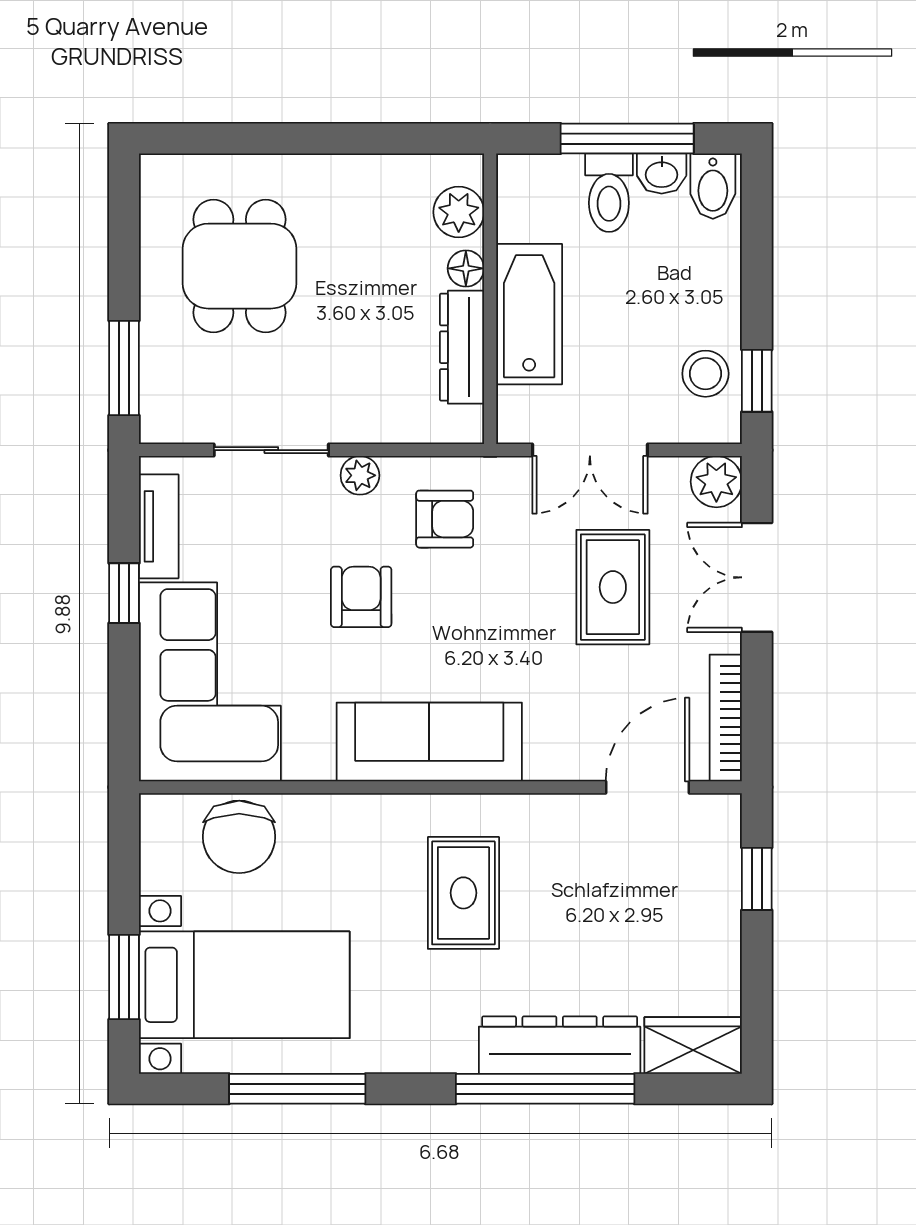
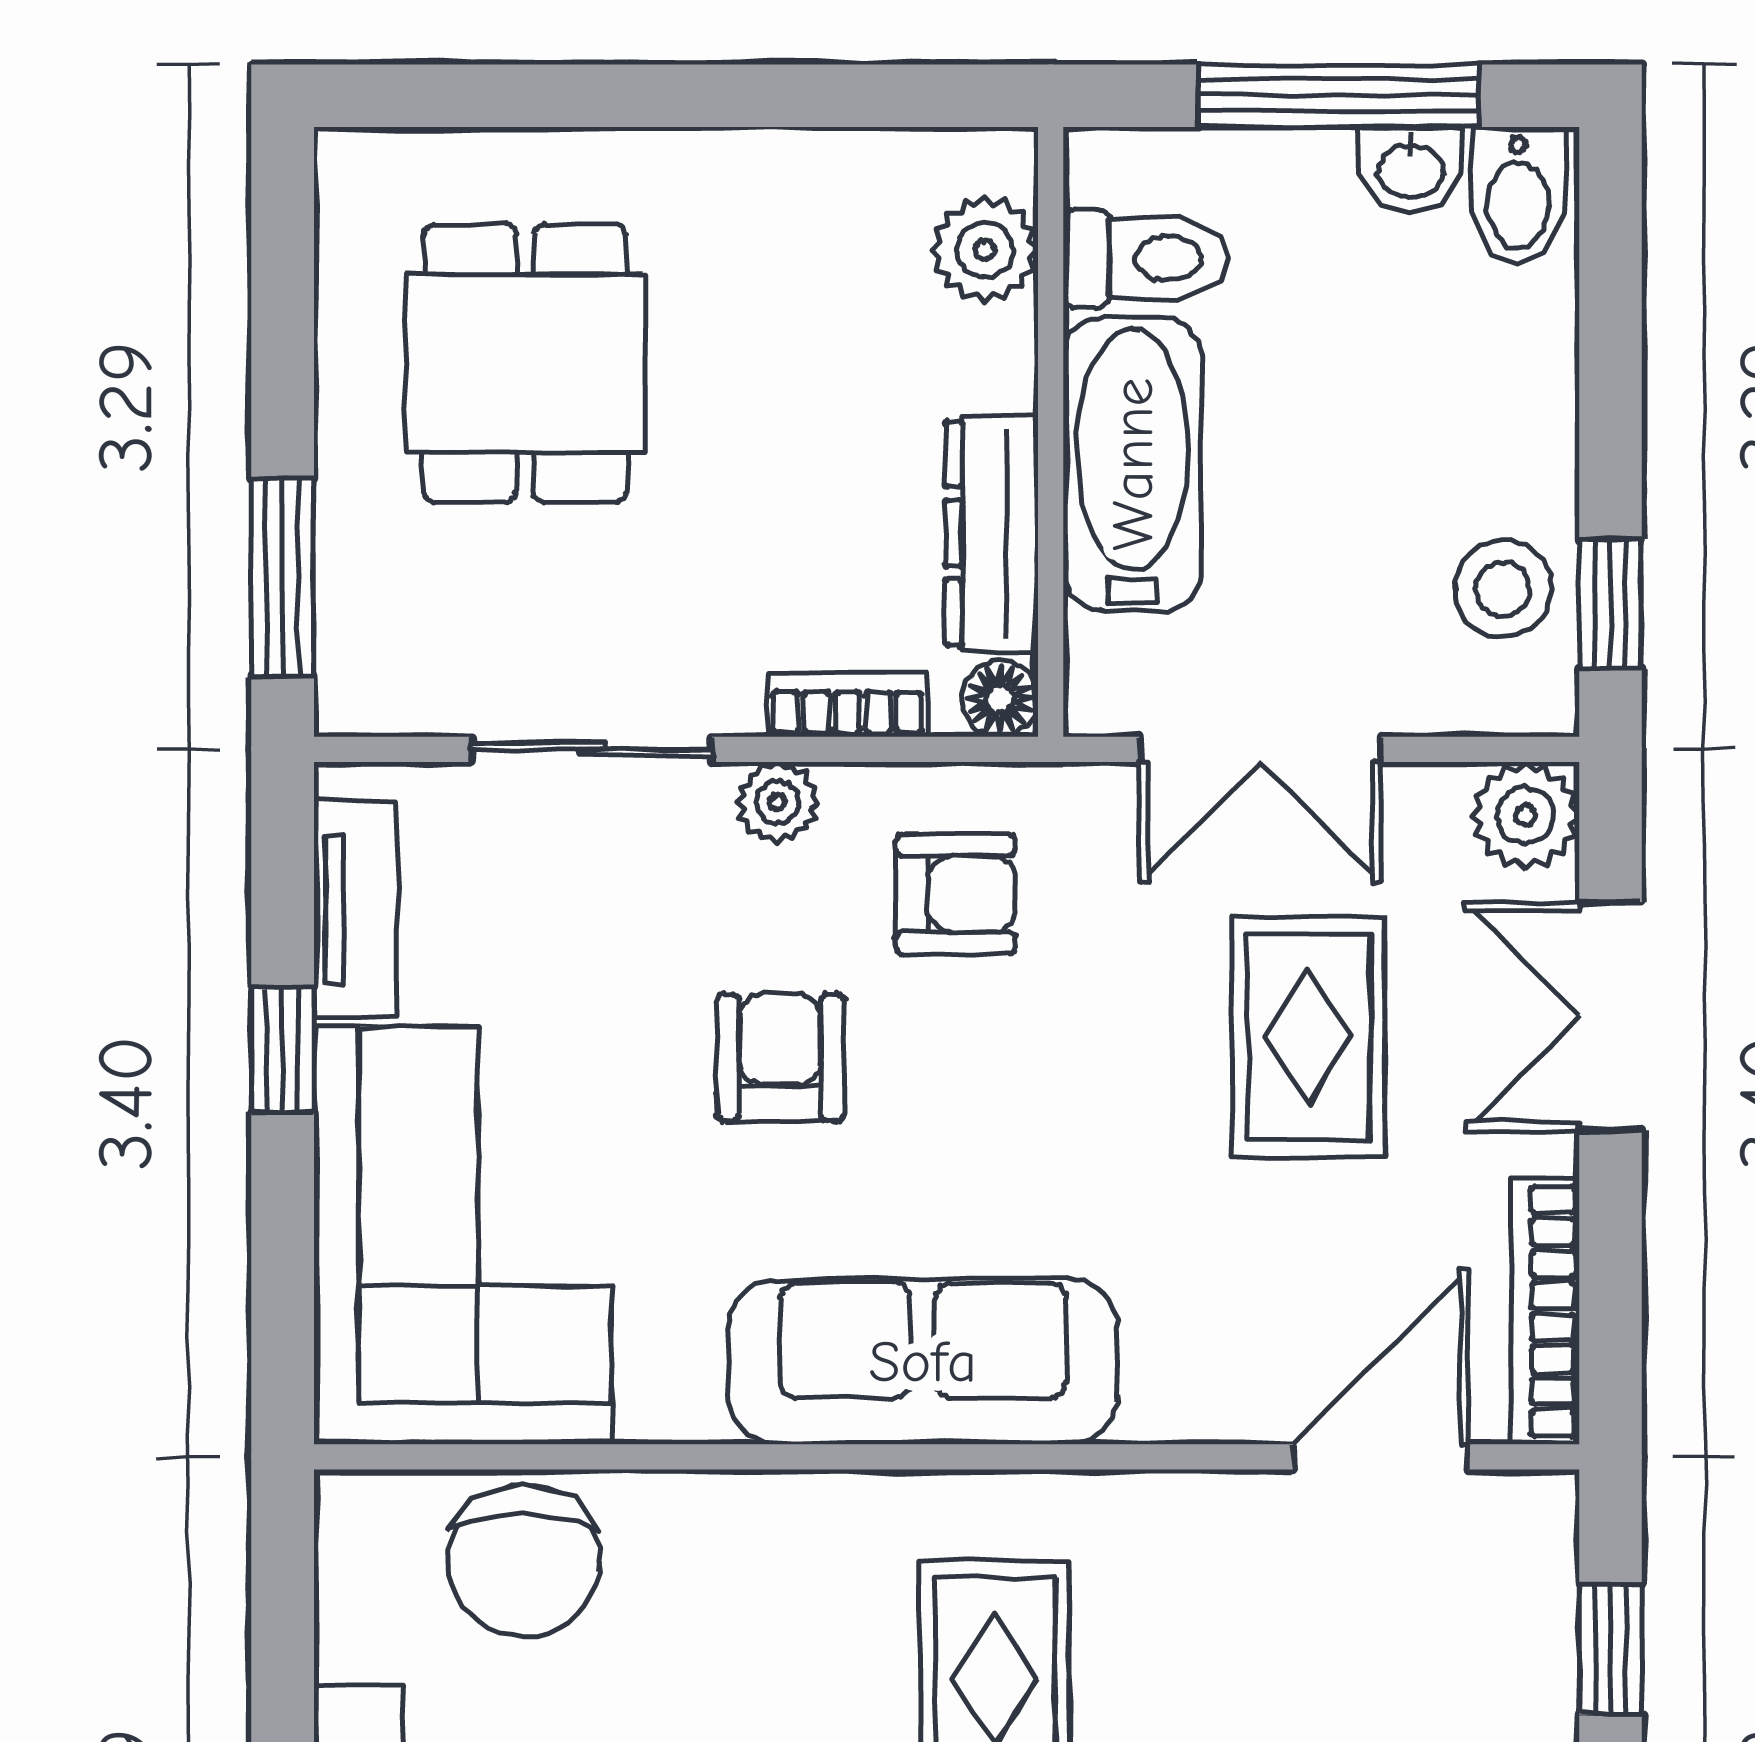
toilet: (609, 193) -> (1145, 258), moved, turned -90
floor lamp: (466, 268) -> (1000, 699), moved
bookcase: (393, 429) -> (847, 705), added

